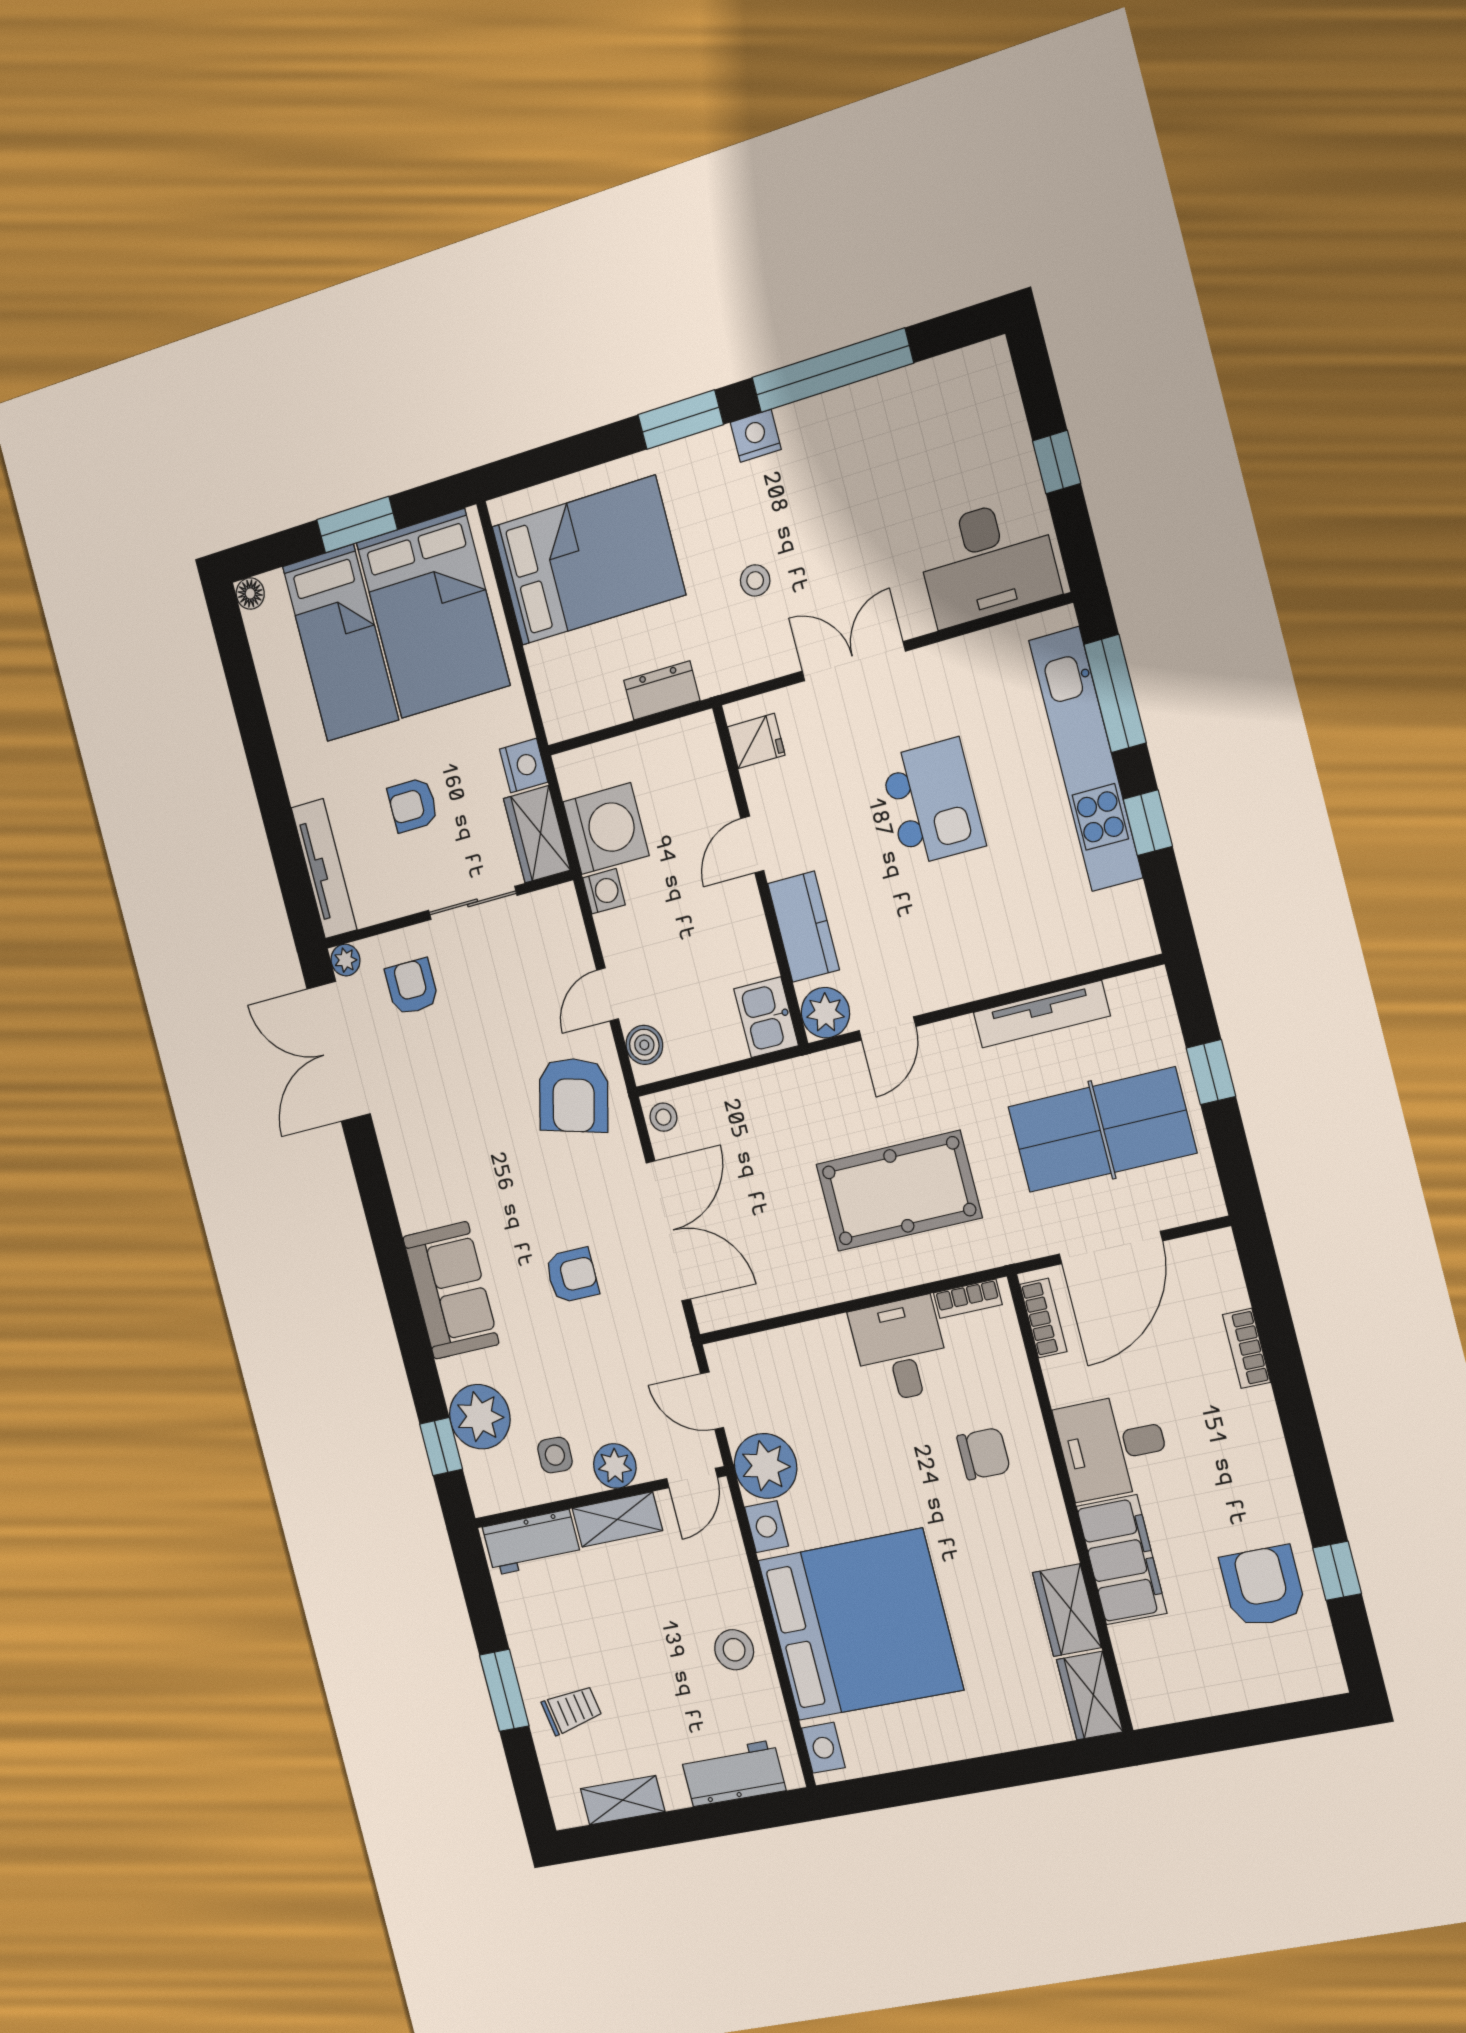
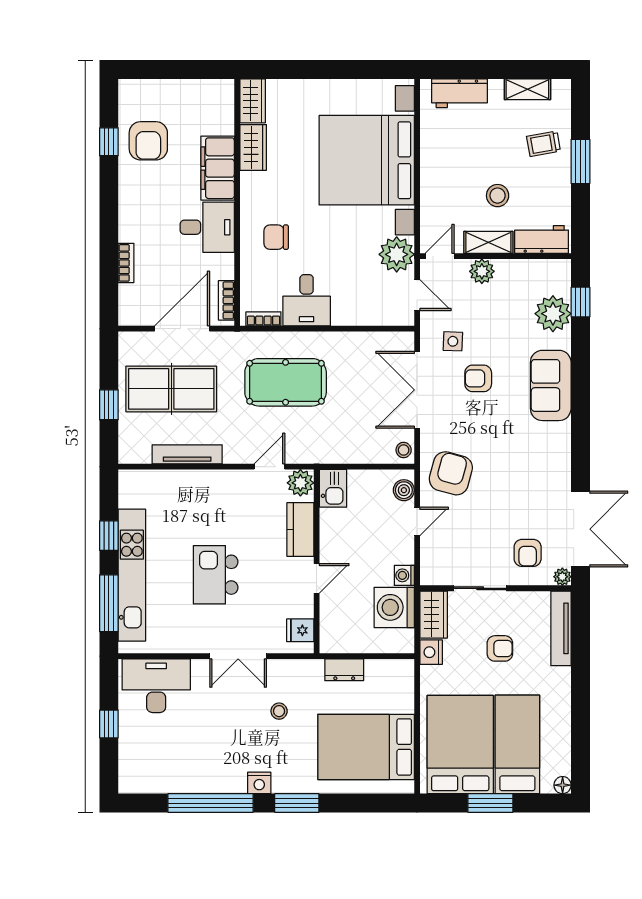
side table: (555, 1455) -> (453, 341), moved
stool: (734, 1650) -> (498, 196), moved

